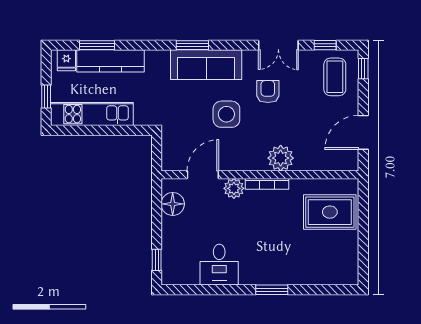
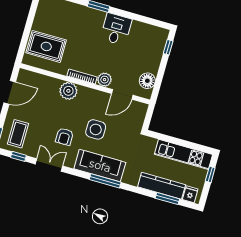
window: (192, 45) -> (105, 181), width x1.44
desk: (219, 265) -> (116, 29), moved

